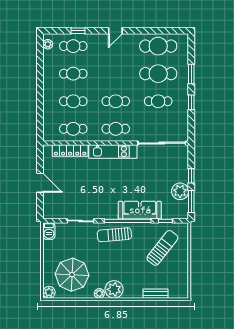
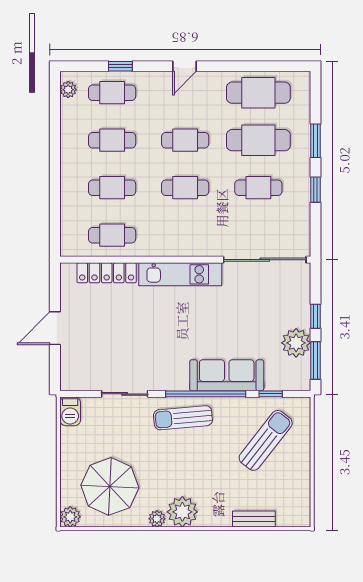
cafe table: (116, 129) -> (185, 140), moved
door: (40, 183) -> (55, 328), swing flipped

